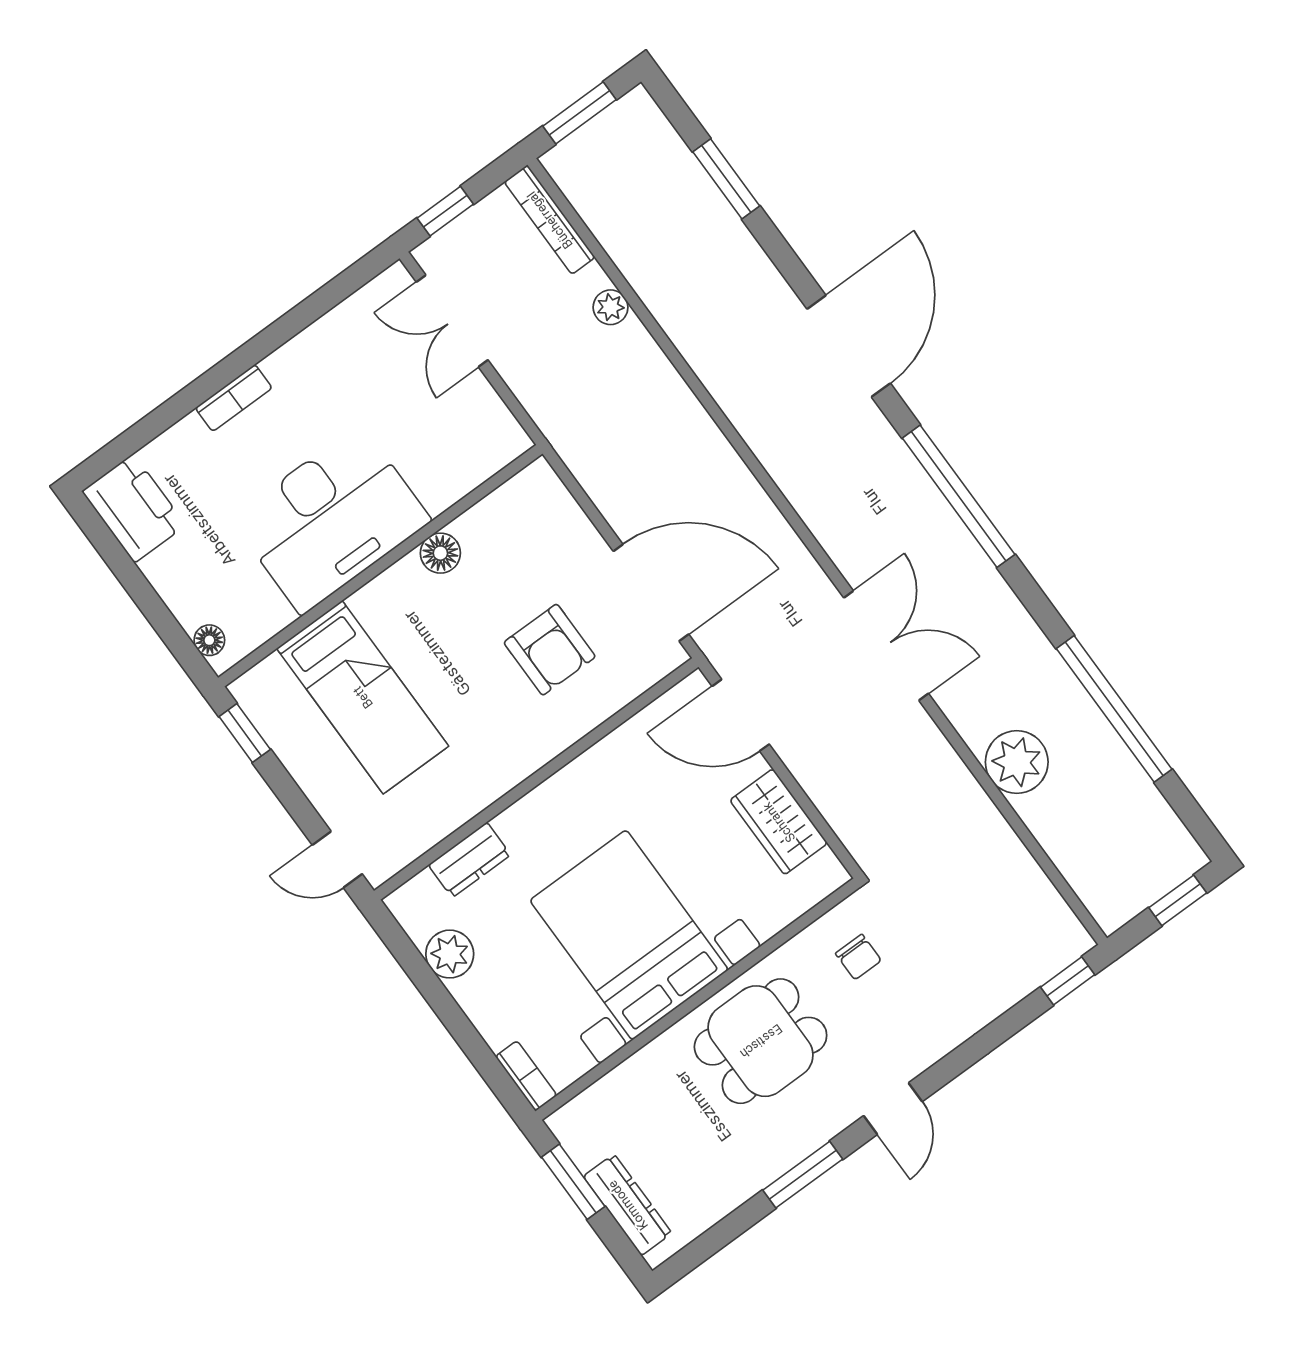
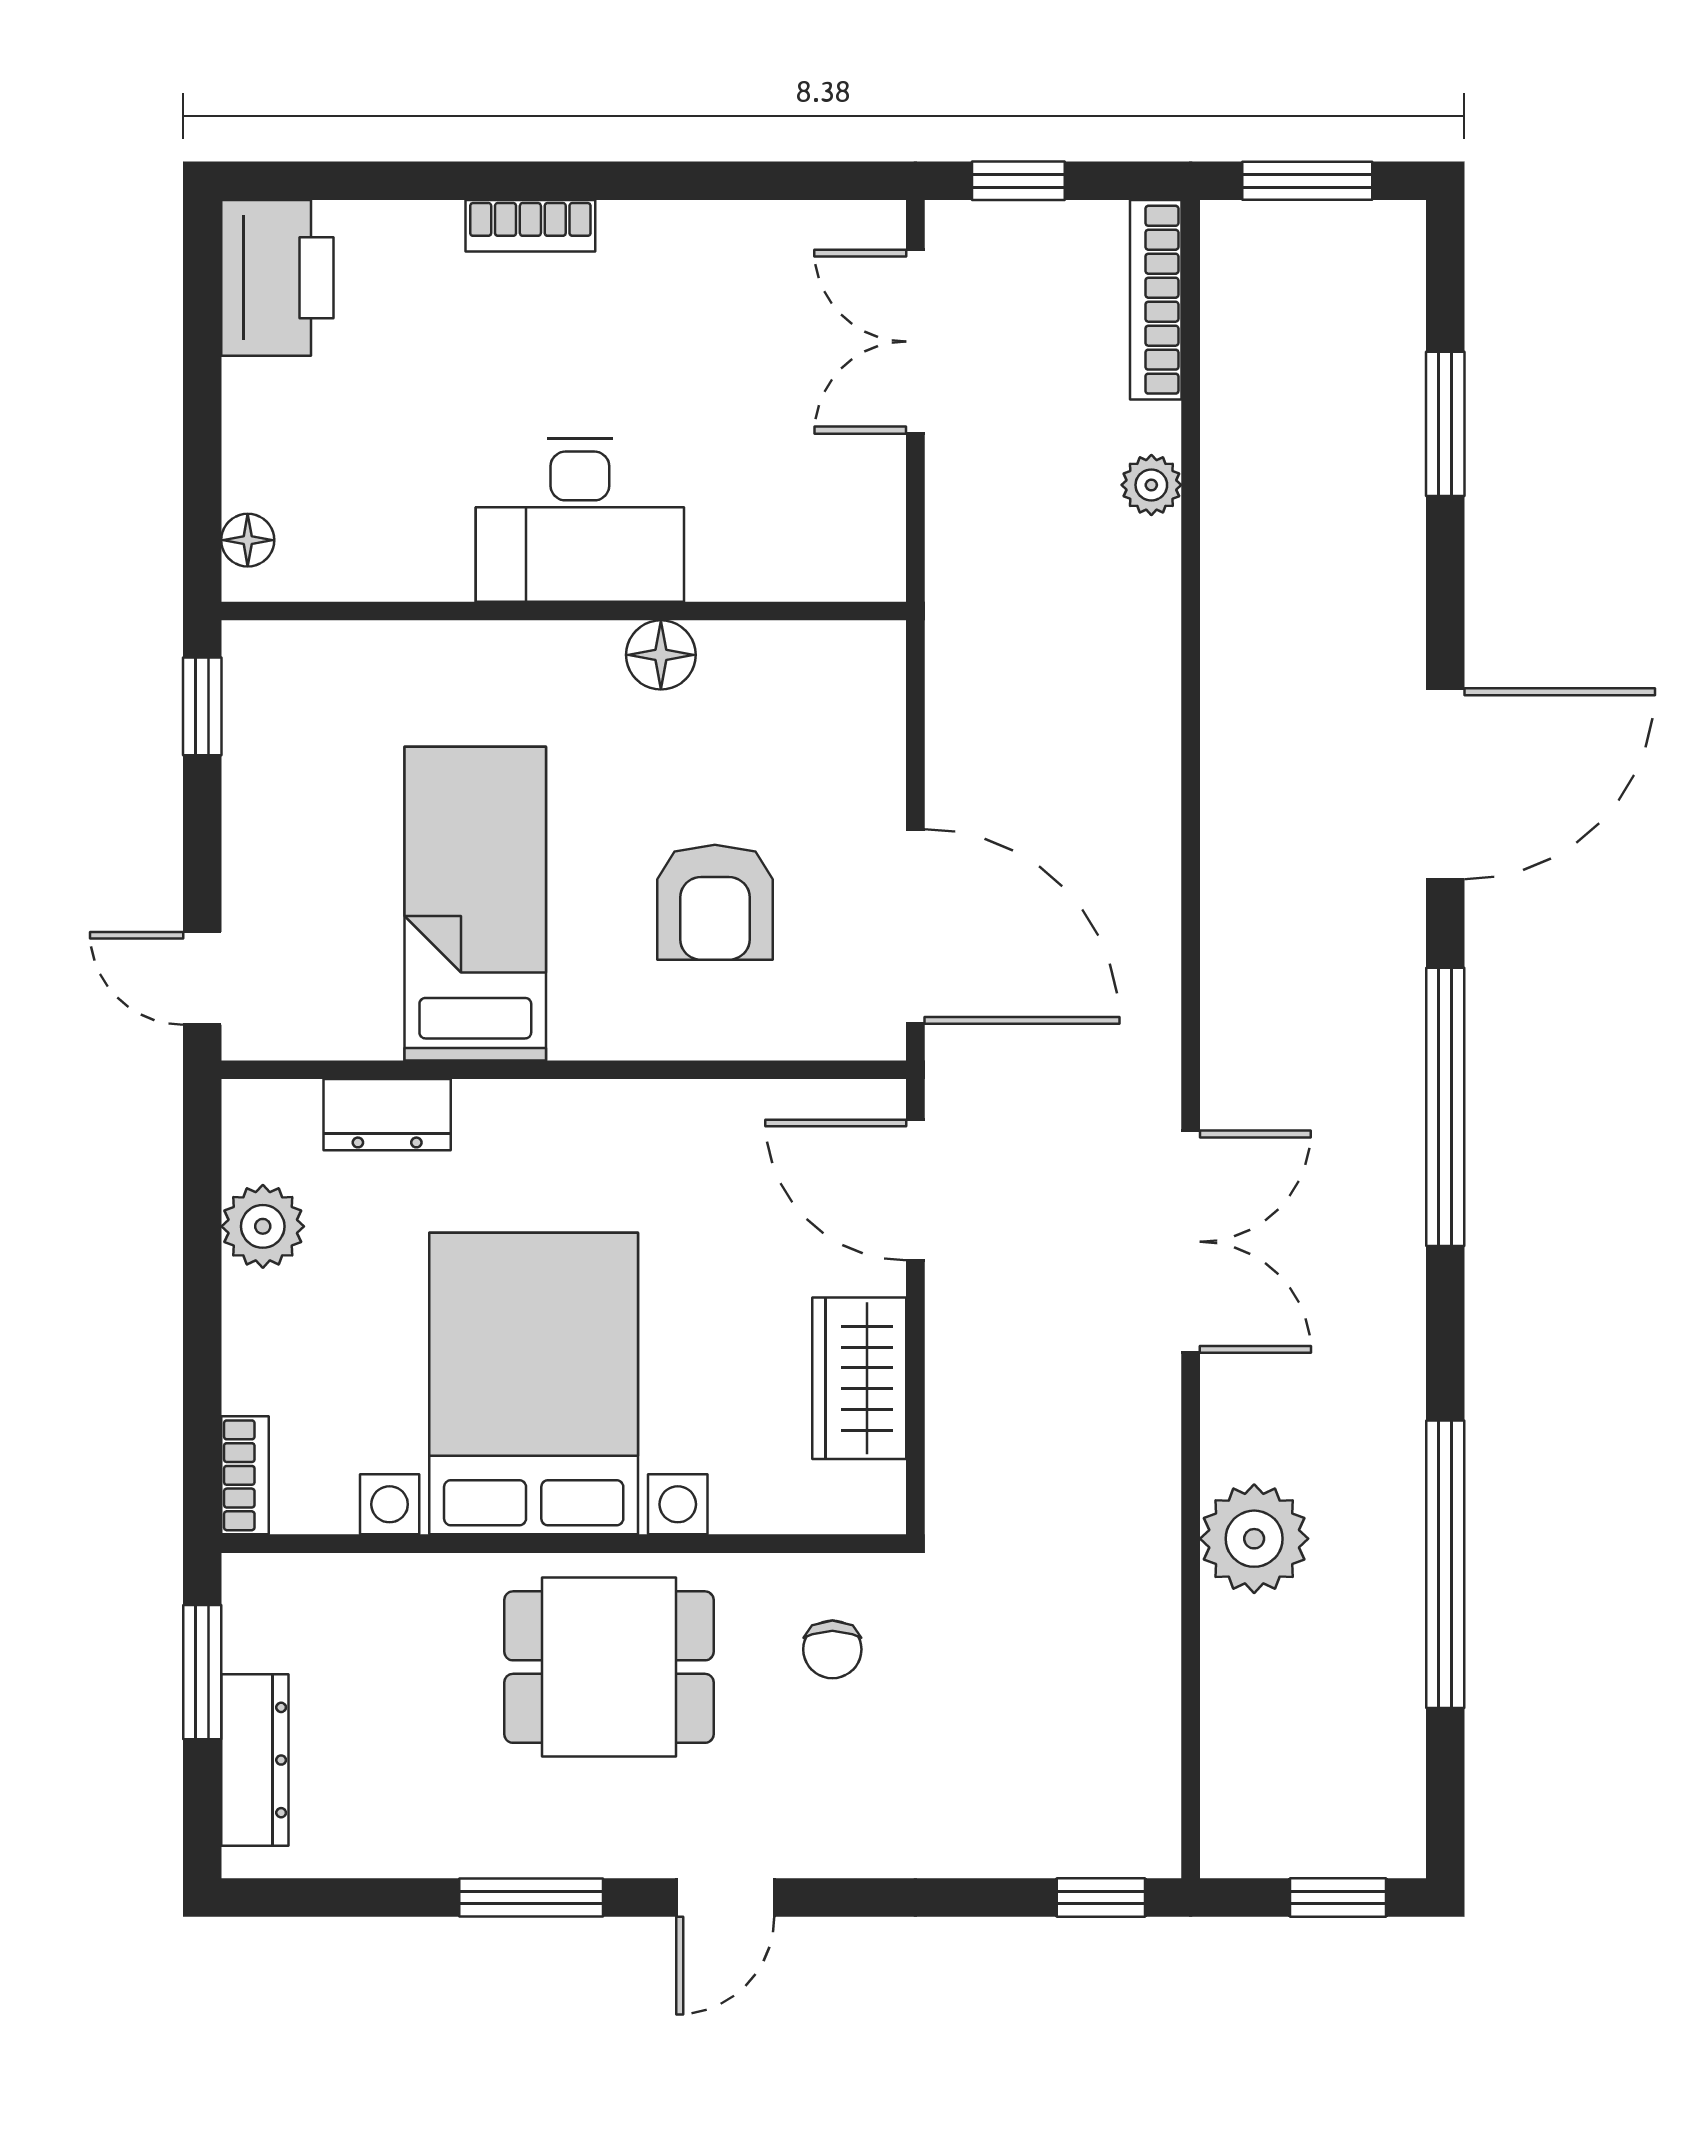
desk: (331, 519) -> (580, 520), width x0.73, depth x0.77
bed: (363, 697) -> (475, 904), moved, turned 180

